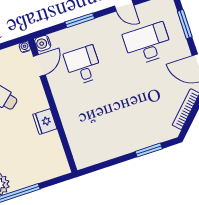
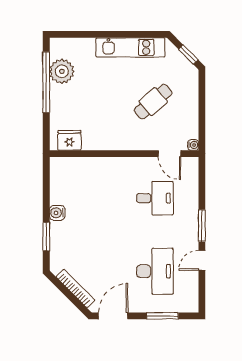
window: (80, 20) -> (202, 226), moved
water cooler: (43, 43) -> (57, 213), moved, turned -90
fridge: (45, 122) -> (69, 140), moved

